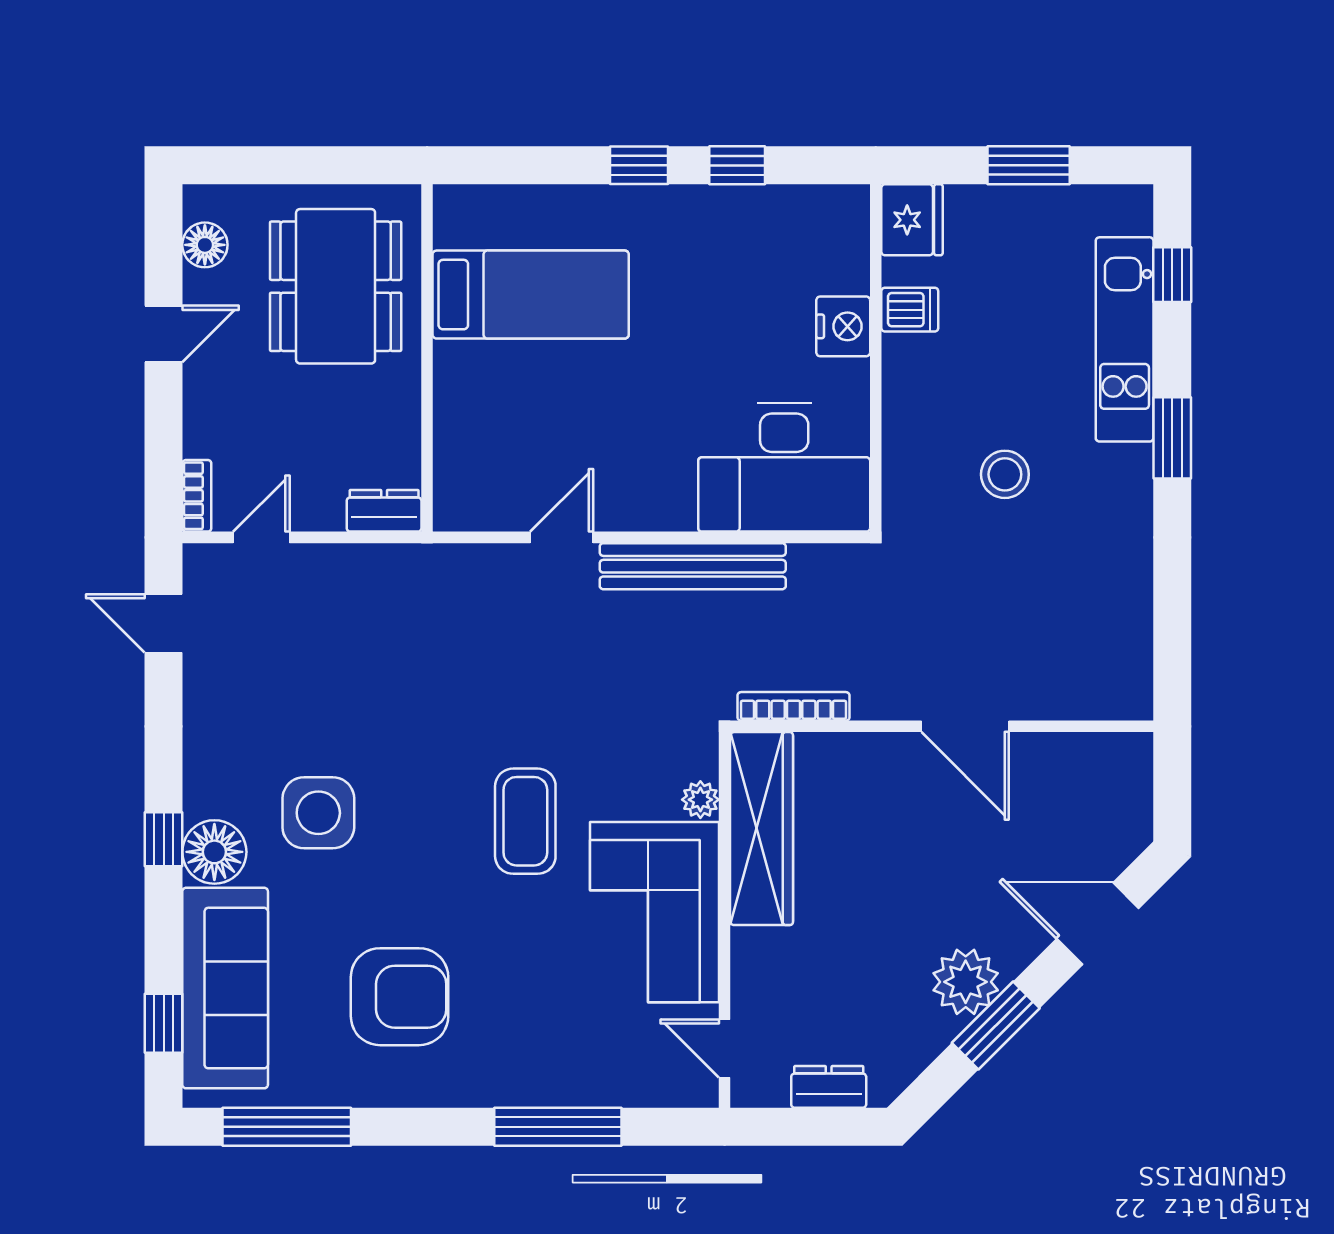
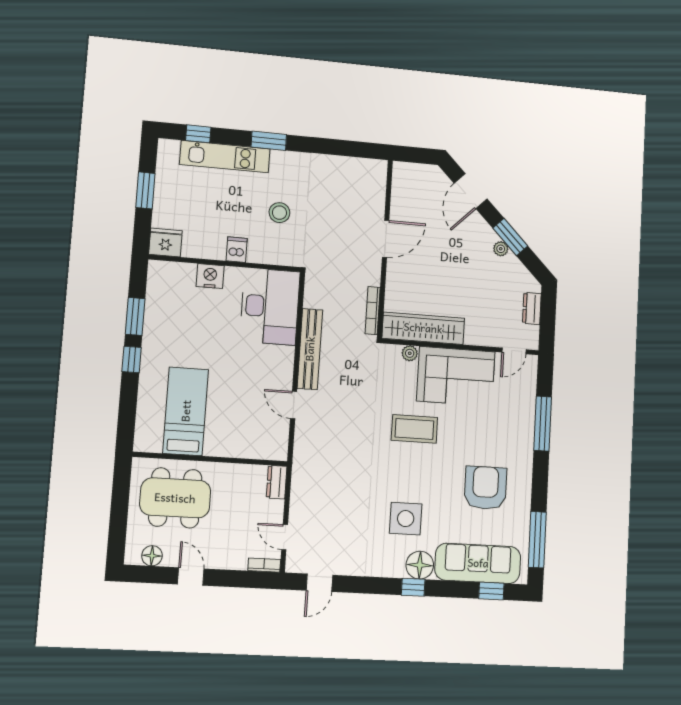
window: (737, 165) -> (135, 316), width x1.50
dishwasher: (910, 310) -> (237, 250), moved
plant: (966, 982) -> (501, 249), width x0.53, depth x0.53

